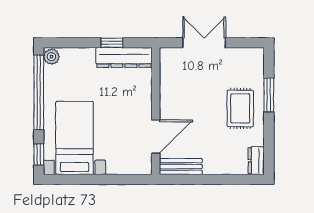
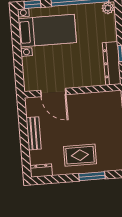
bench: (181, 167) -> (34, 133), moved

